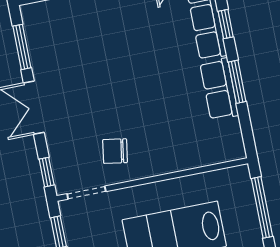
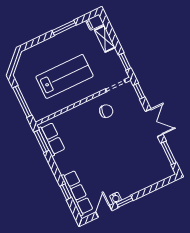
window: (237, 82) -> (41, 141), moved
row of seats: (219, 89) -> (52, 139), moved

